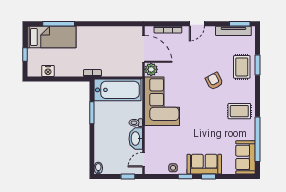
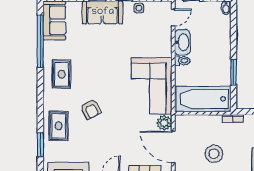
stool: (109, 43) -> (214, 154), added
window: (258, 65) -> (40, 145), moved
rug: (239, 111) -> (61, 74), turned 90

